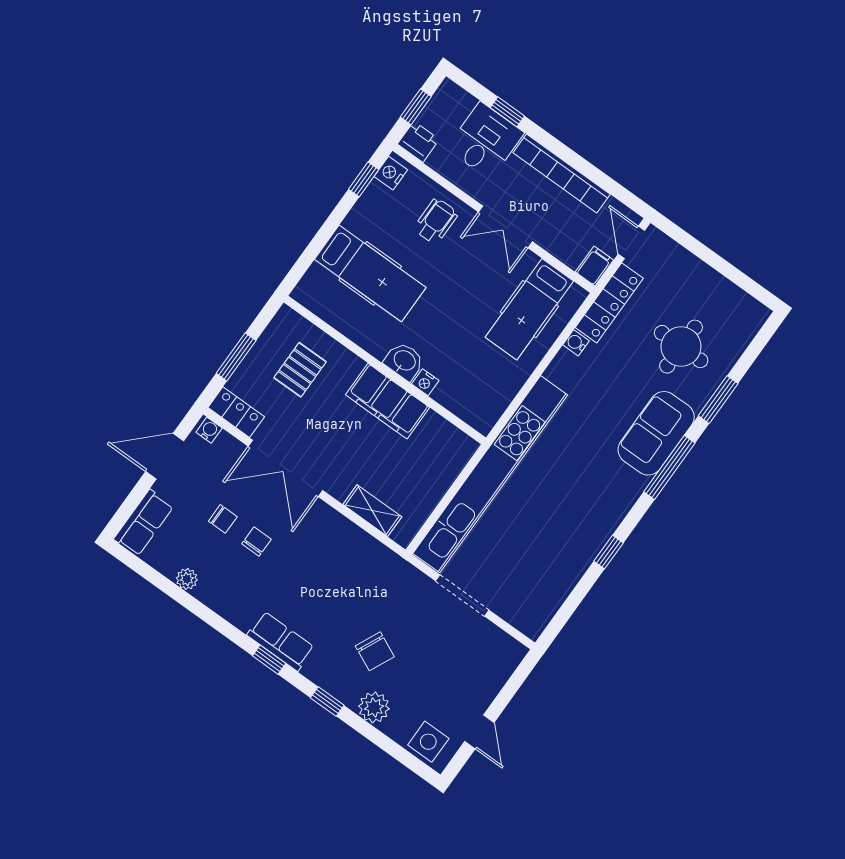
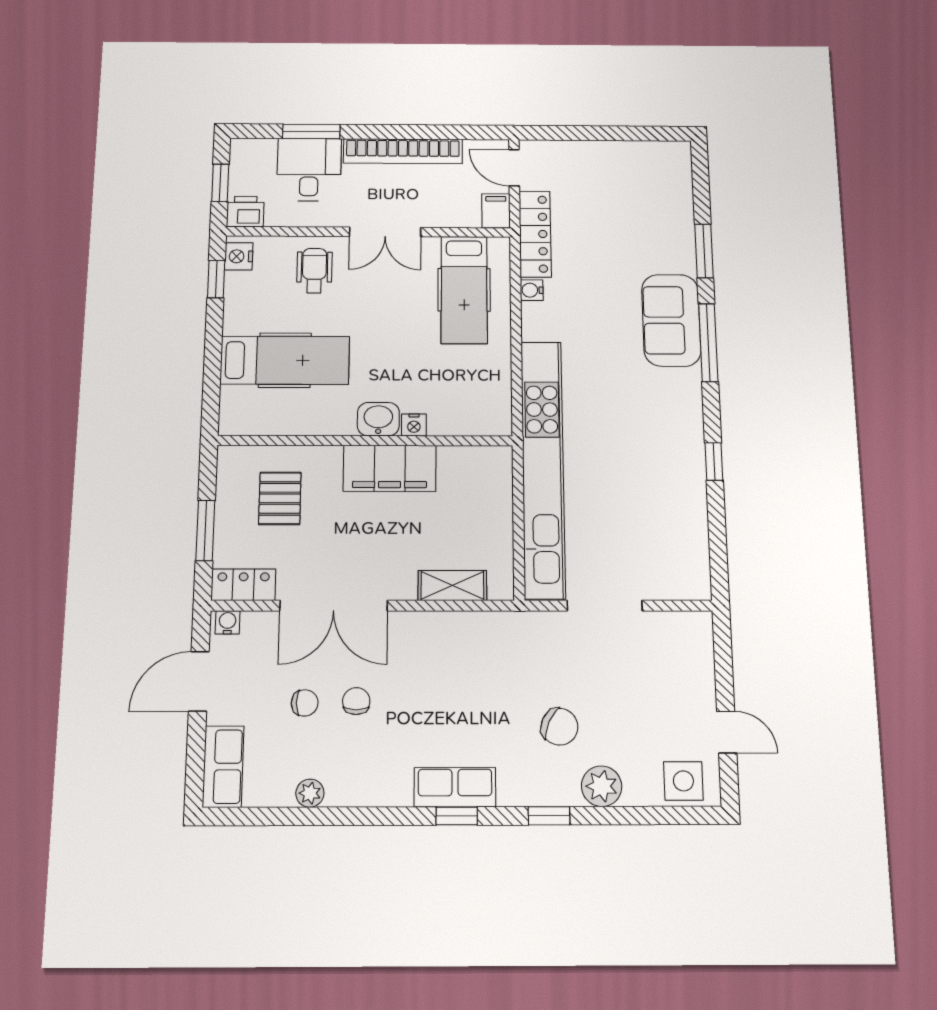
window: (507, 112) -> (311, 131), width x1.50
round table: (681, 347) -> (632, 227), removed

